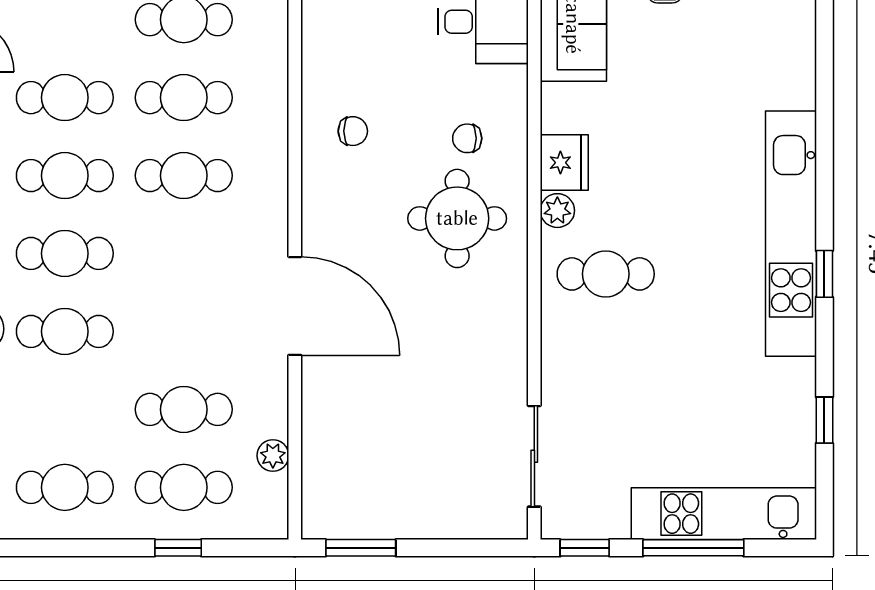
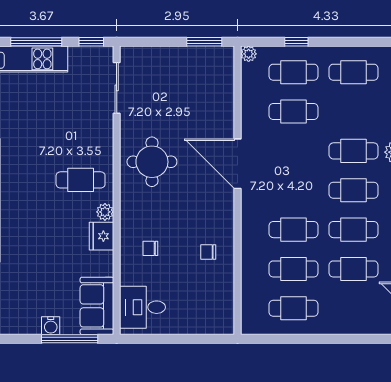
chair: (467, 138) -> (150, 248), turned 180
round table: (457, 218) -> (152, 162), moved
plant: (273, 456) -> (249, 54), moved

